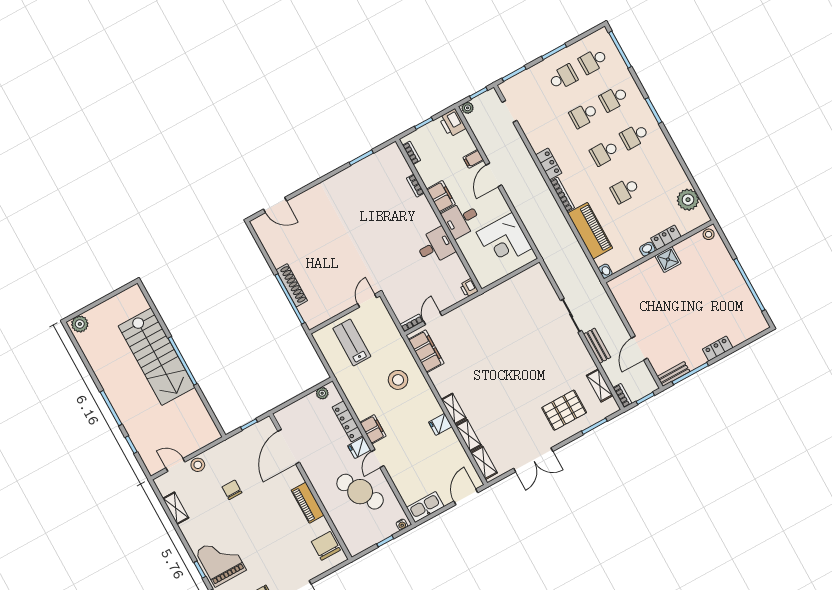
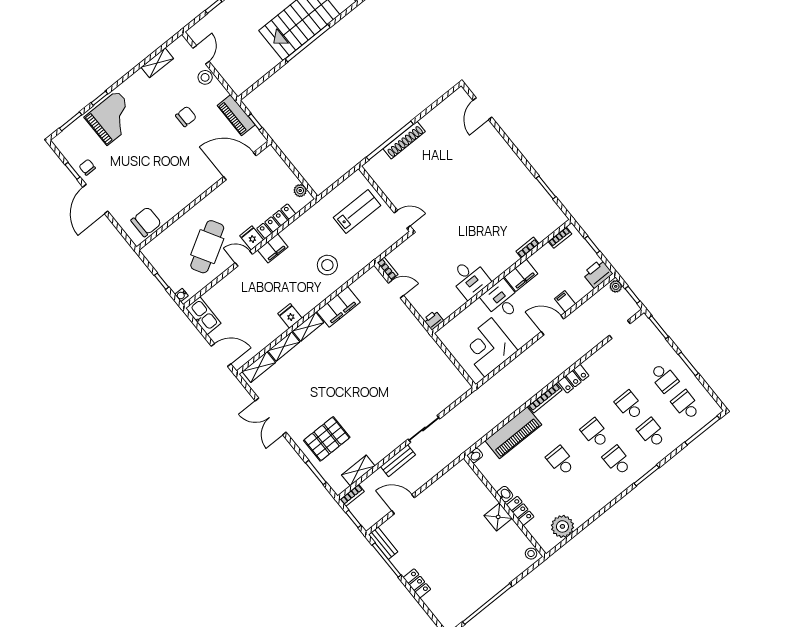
filing cabinet: (426, 351) -> (338, 307), moved
pallet: (564, 410) -> (327, 439), turned 90
piano: (308, 503) -> (236, 115), moved, turned -90

